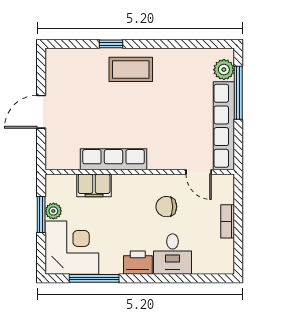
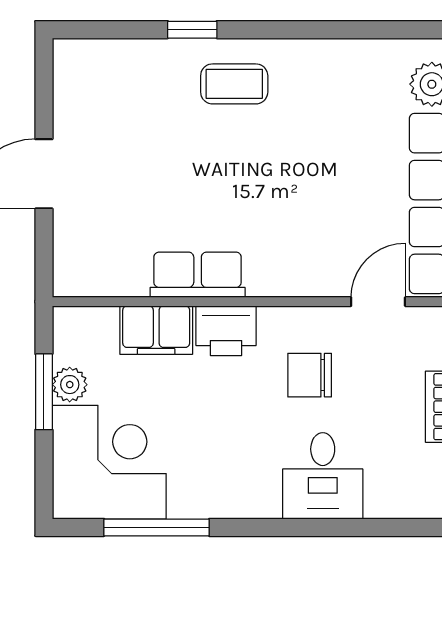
coffee table: (131, 69) -> (234, 84), width x0.73, depth x0.77
row of seats: (114, 159) -> (198, 275), width x0.68
door: (199, 172) -> (378, 302), swing flipped
printer: (138, 263) -> (226, 331), moved, turned 180

